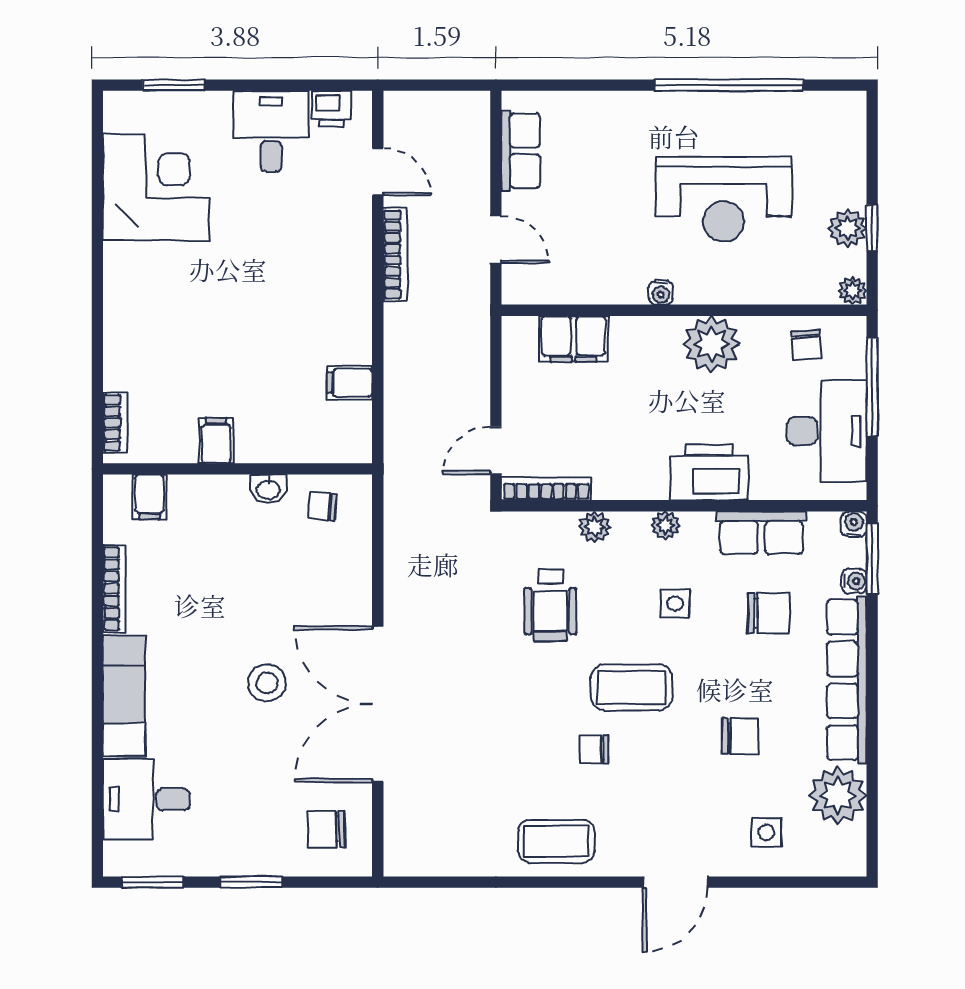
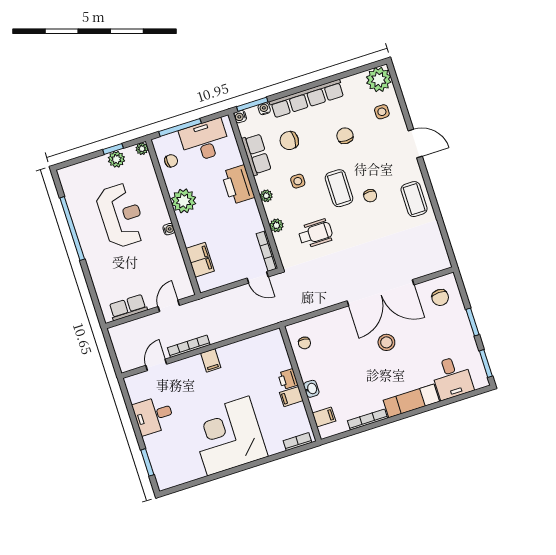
printer: (331, 109) -> (288, 379), moved, turned 180
corner desk: (156, 187) -> (228, 436), moved, width x1.36, depth x1.36
filing cabinet: (350, 383) -> (211, 360), moved
washbasin: (268, 489) -> (311, 389), moved
chair: (768, 613) -> (289, 141), turned -90
plant: (838, 795) -> (379, 80), moved

